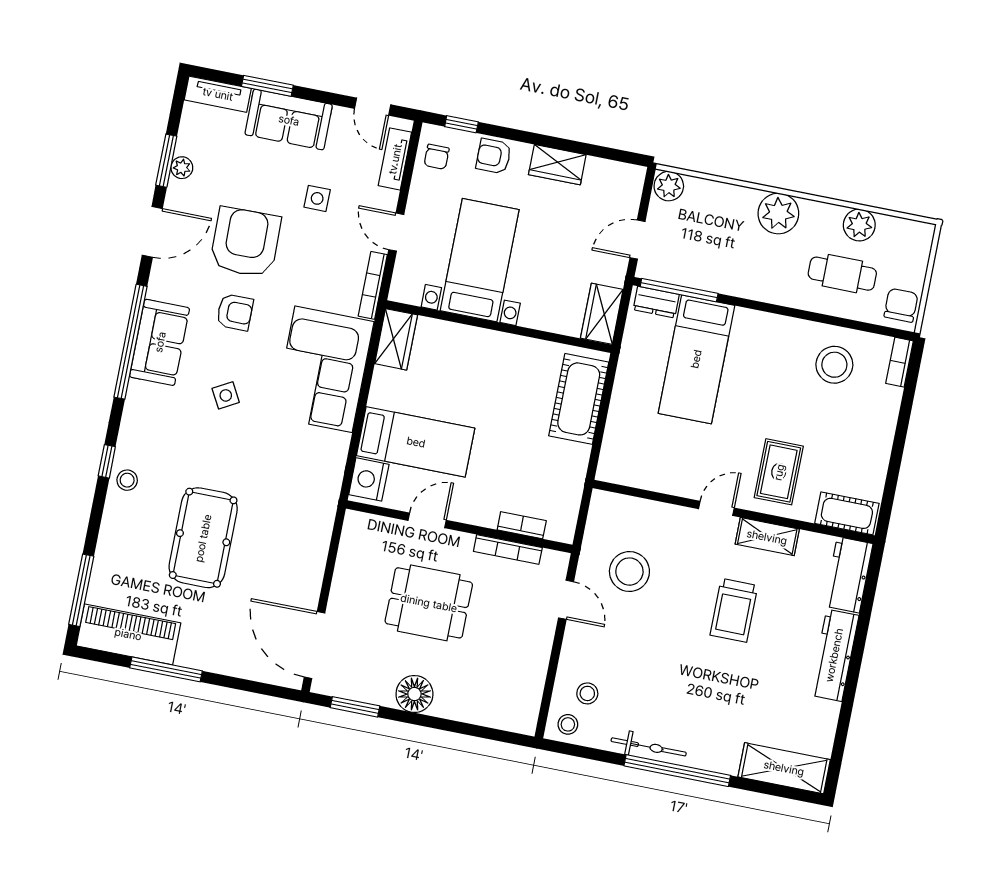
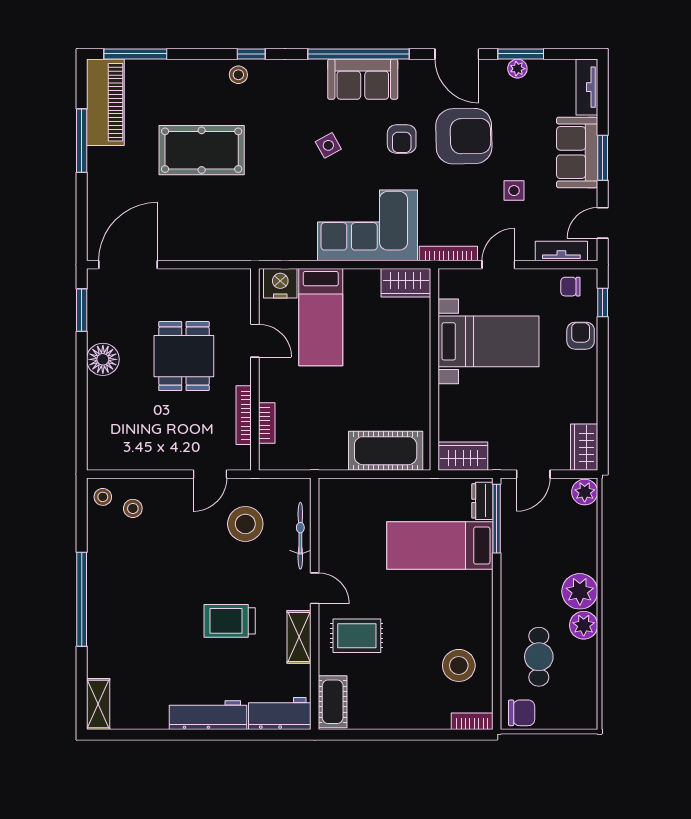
window: (267, 86) -> (603, 158), moved
wardrobe: (557, 165) -> (584, 447), moved
plant: (859, 225) -> (584, 625), moved
door: (637, 240) -> (533, 474), swing flipped
bicycle: (649, 747) -> (300, 536), moved, turned 180
shelving: (784, 768) -> (98, 704), width x0.67, depth x0.75

